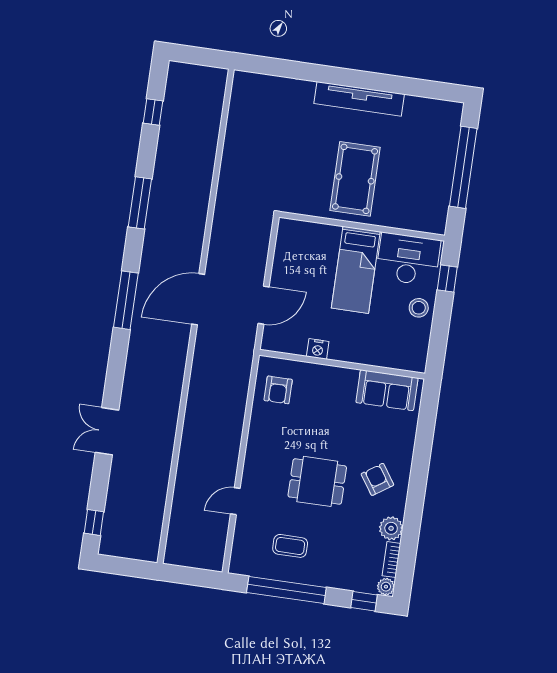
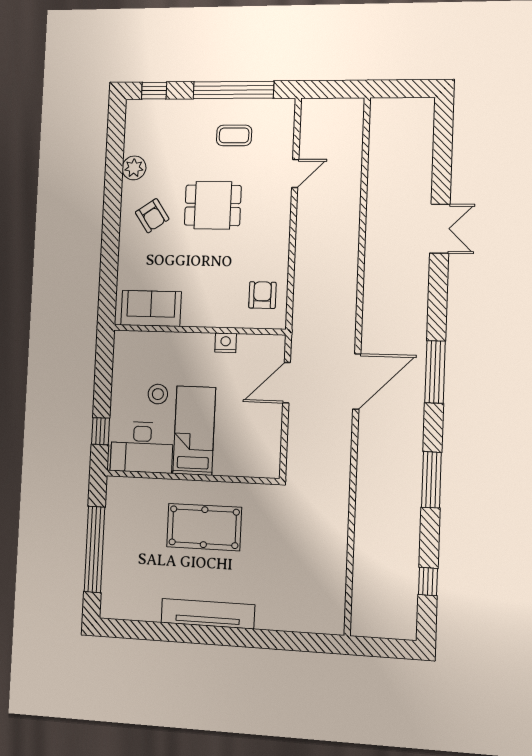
pool table: (355, 179) -> (204, 527), turned 90
stool: (419, 308) -> (158, 394), moved
window: (94, 522) -> (443, 130), removed
bookcase: (391, 560) -> (131, 137), removed
plant: (386, 587) -> (134, 108), removed

